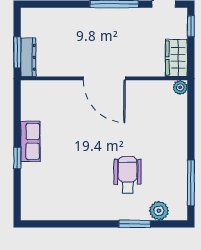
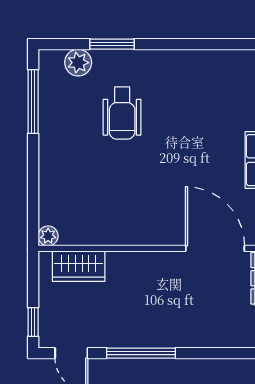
wardrobe: (176, 58) -> (79, 266), moved, turned 90
door: (104, 78) -> (215, 248), moved

